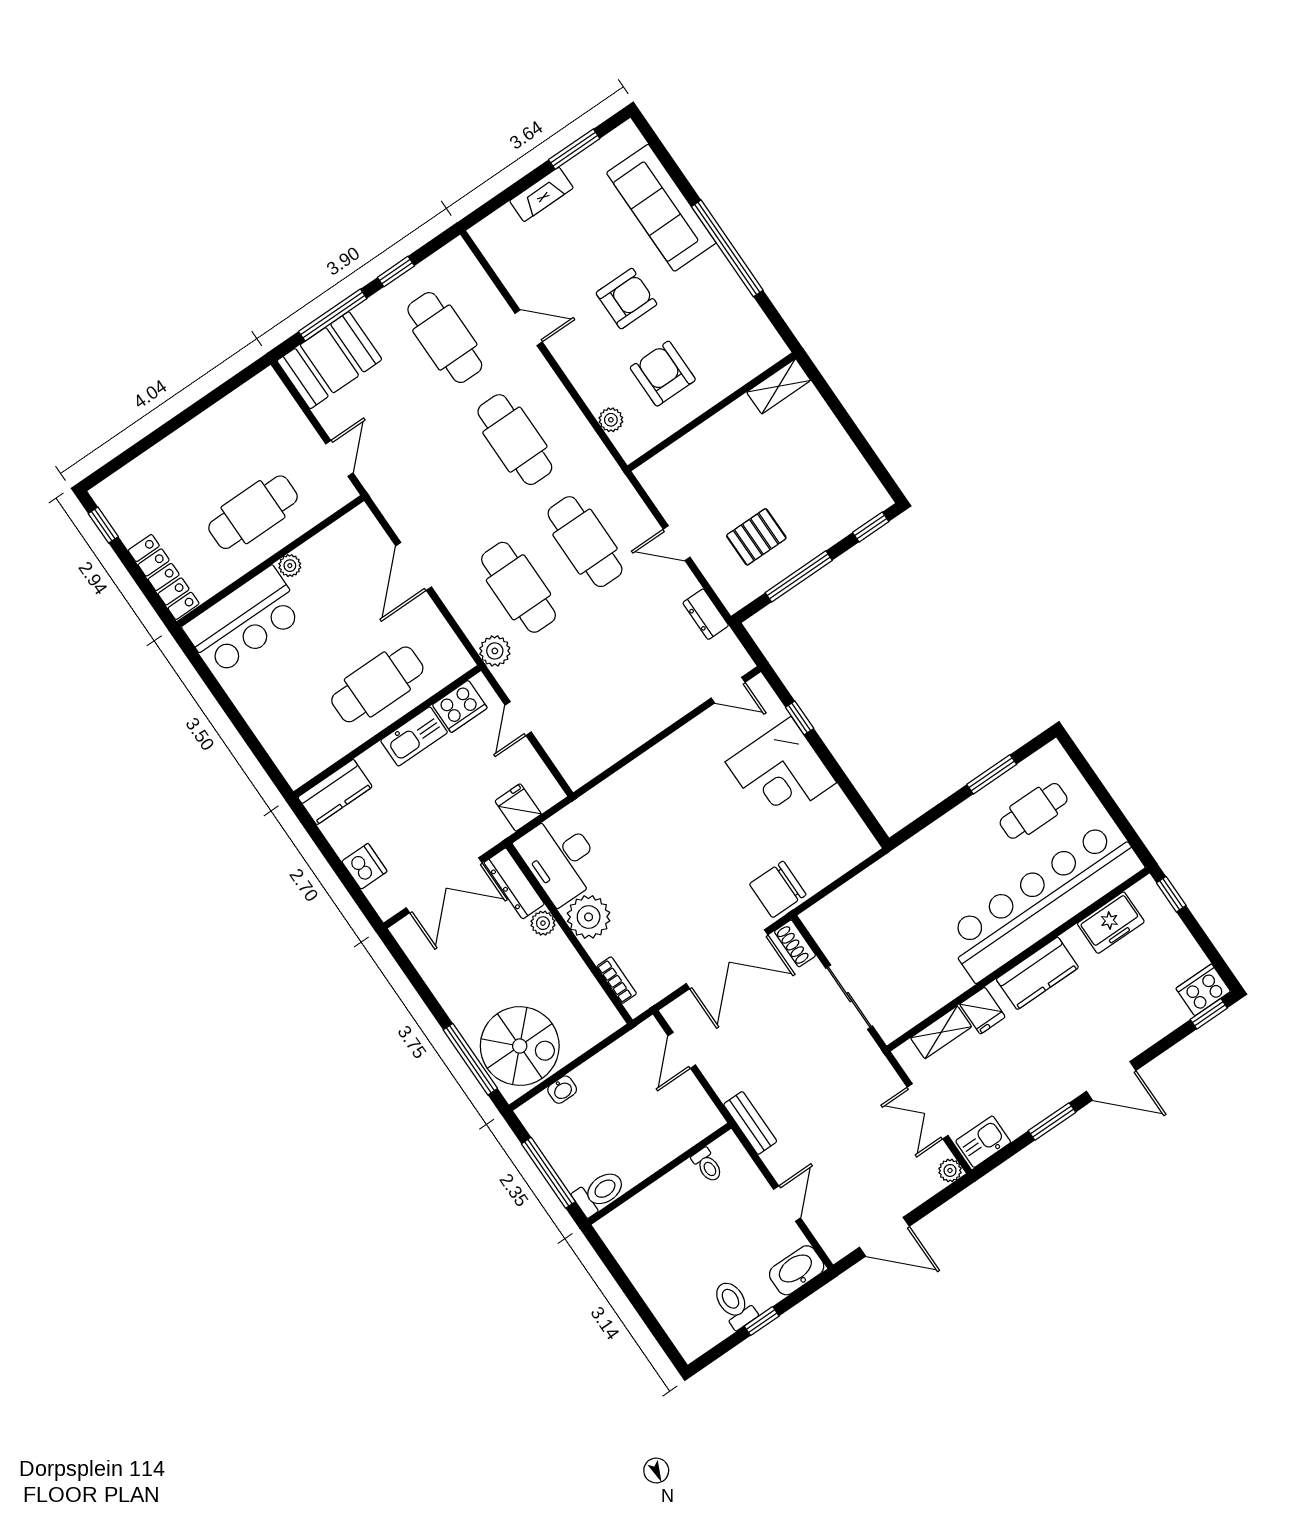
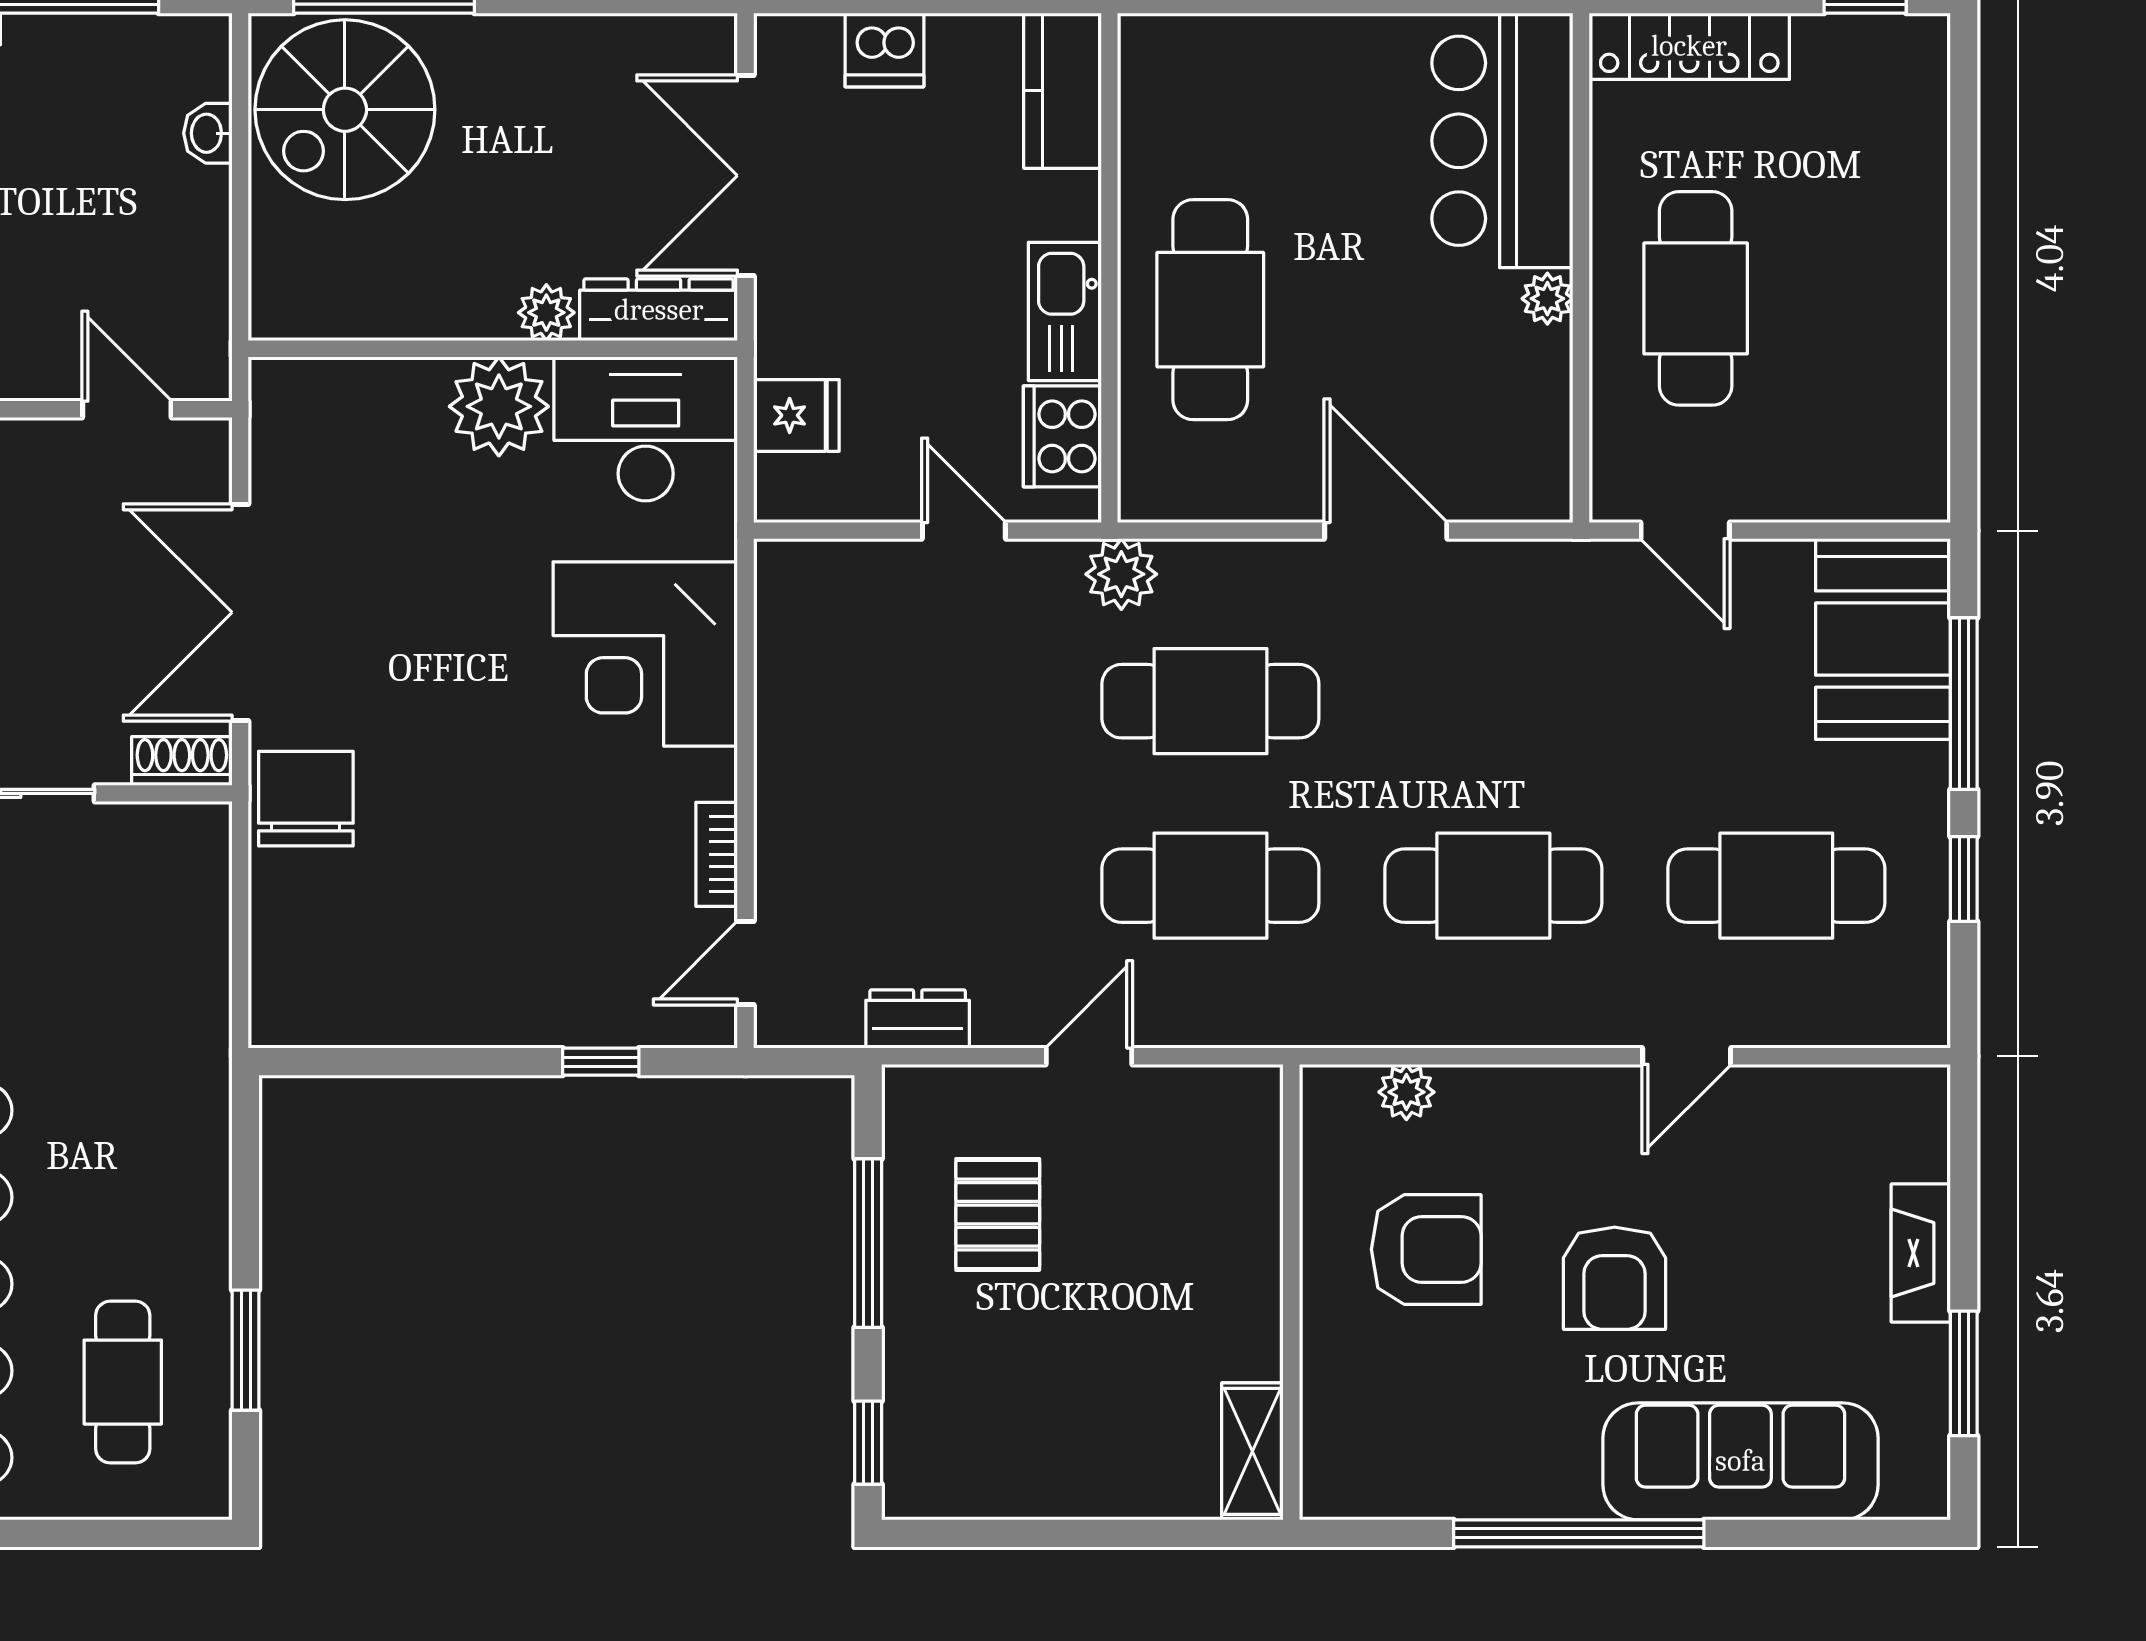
corner desk: (781, 772) -> (645, 654), moved, turned -90
bookcase: (617, 980) -> (717, 854), moved, turned 90

